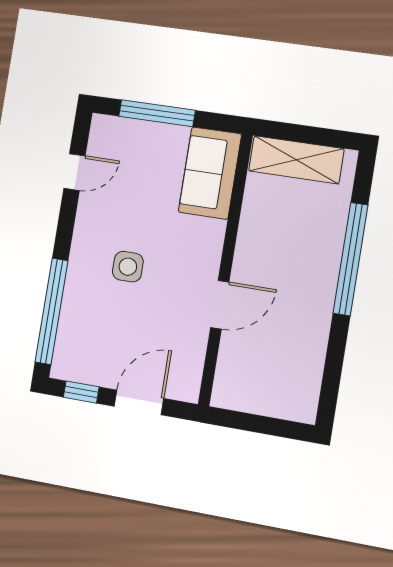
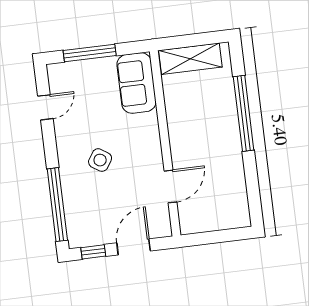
side table: (128, 267) -> (100, 160), turned 33
door: (220, 305) -> (170, 186), moved

